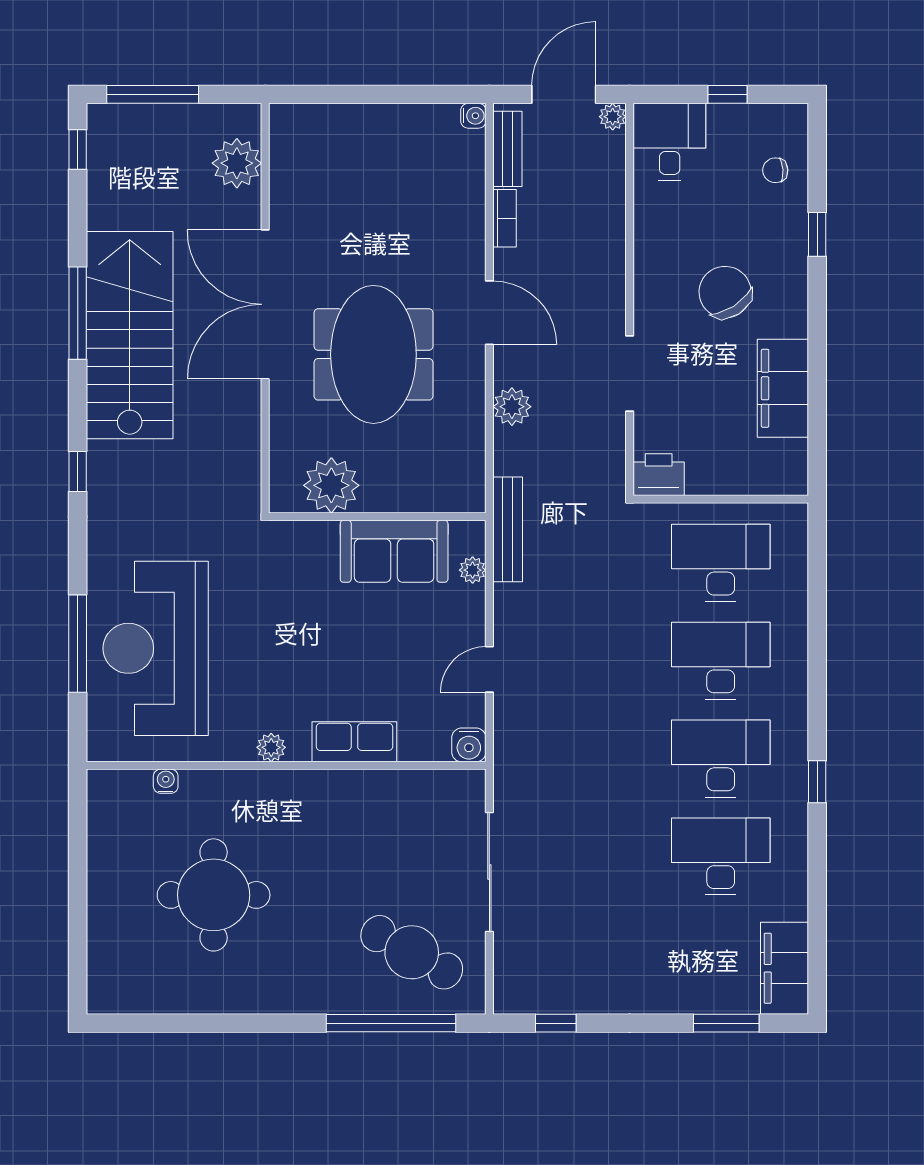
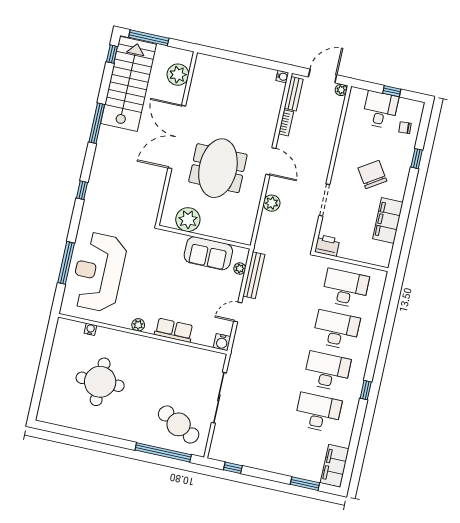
desk: (670, 142) -> (380, 110), moved
stairs: (130, 335) -> (128, 84), moved
bench: (508, 529) -> (254, 275), moved

